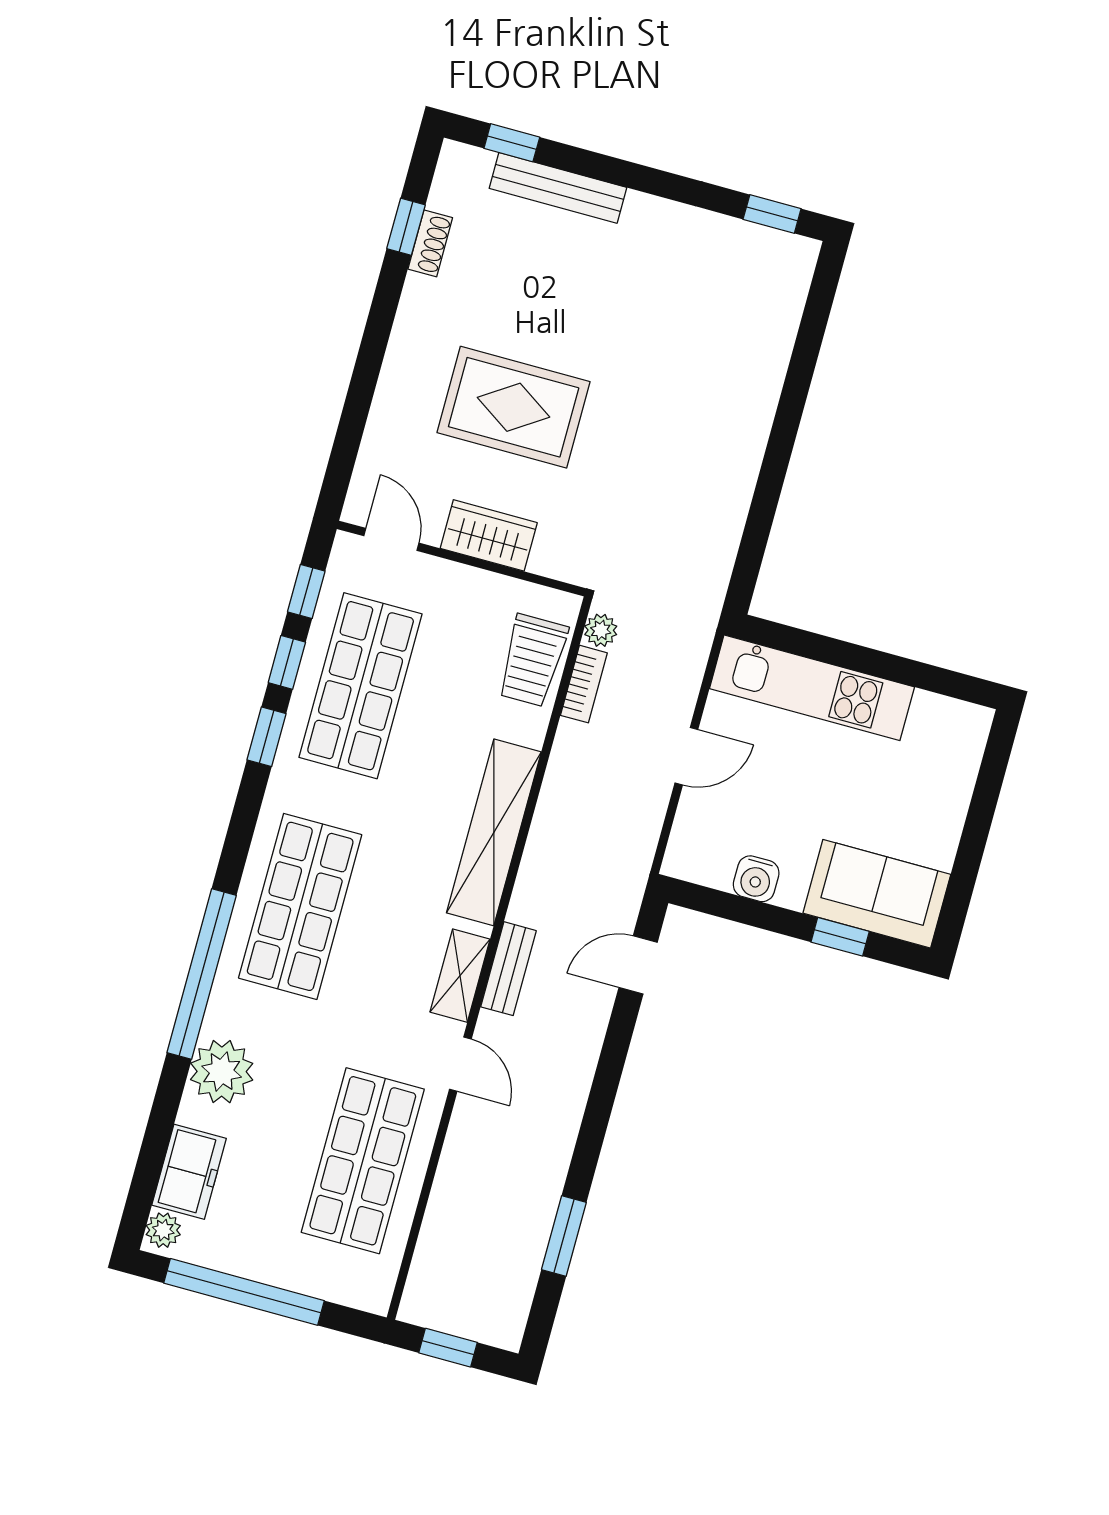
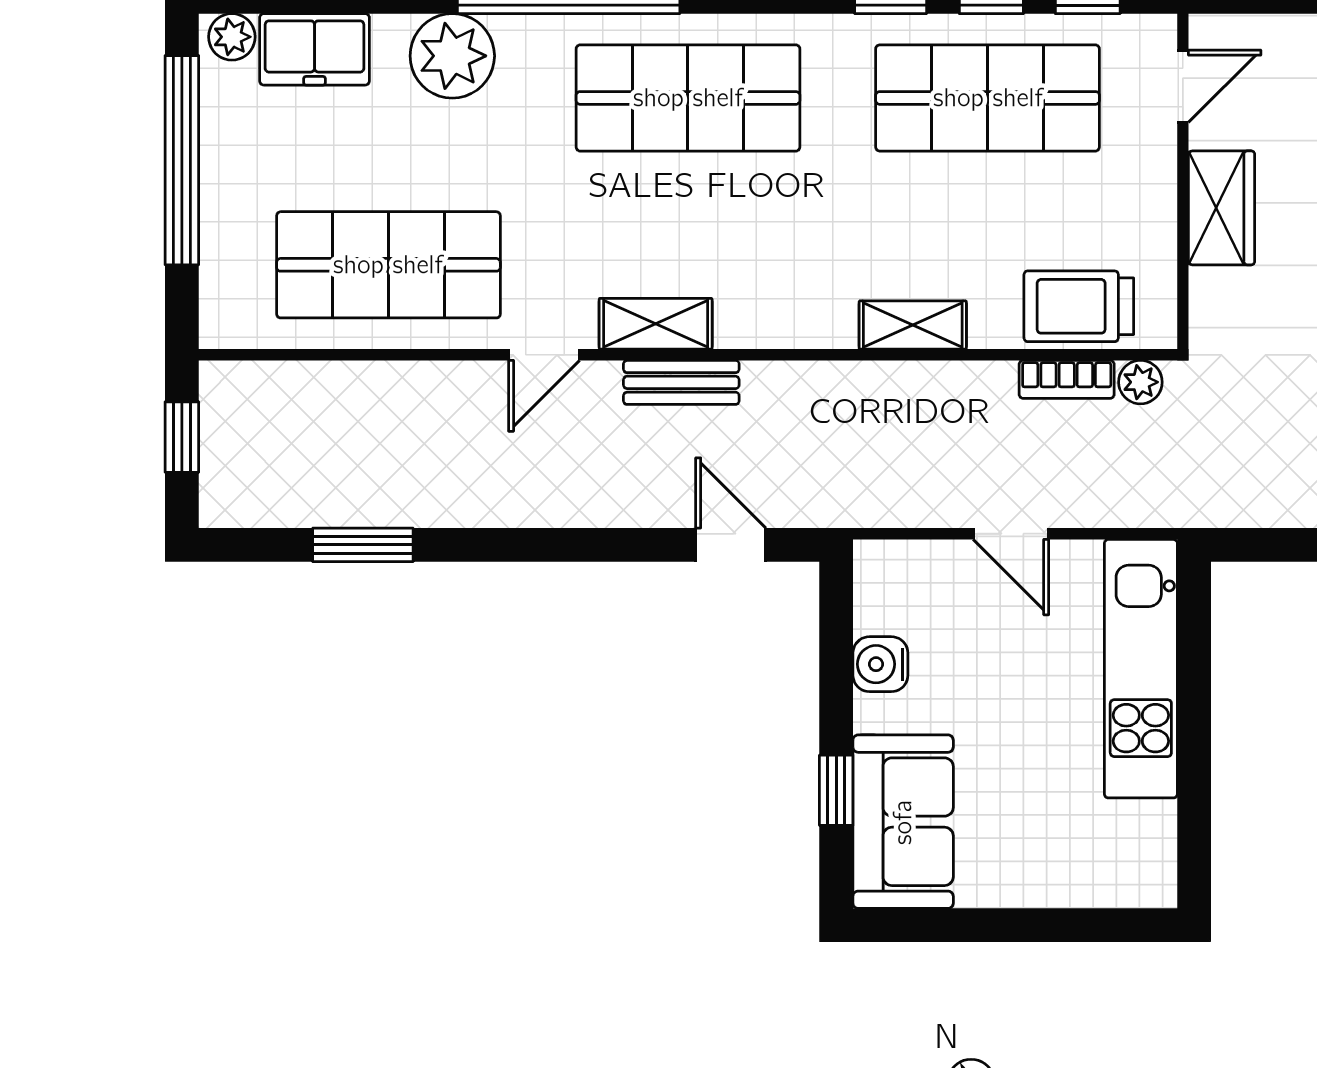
shelving: (494, 832) -> (913, 325), width x0.45, depth x0.75

